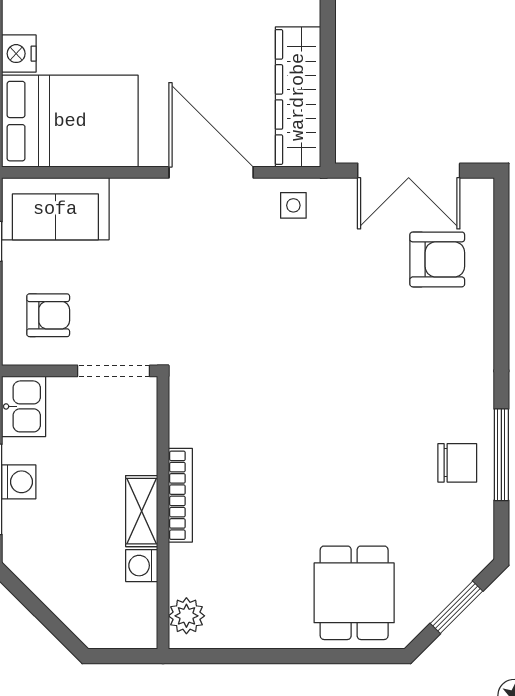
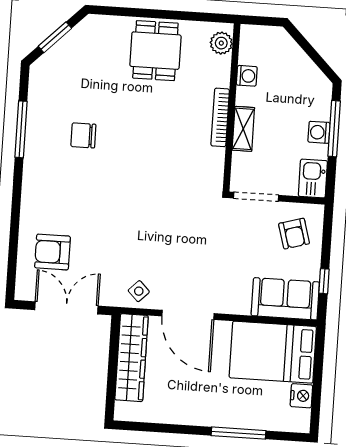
side table: (293, 205) -> (139, 291), turned 45
armchair: (48, 315) -> (294, 234), turned -106
chair: (457, 463) -> (83, 135), moved
shelving: (142, 511) -> (243, 129), moved
dining table: (354, 593) -> (155, 51), moved

